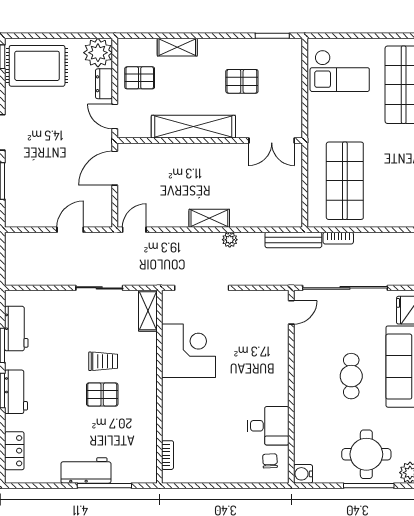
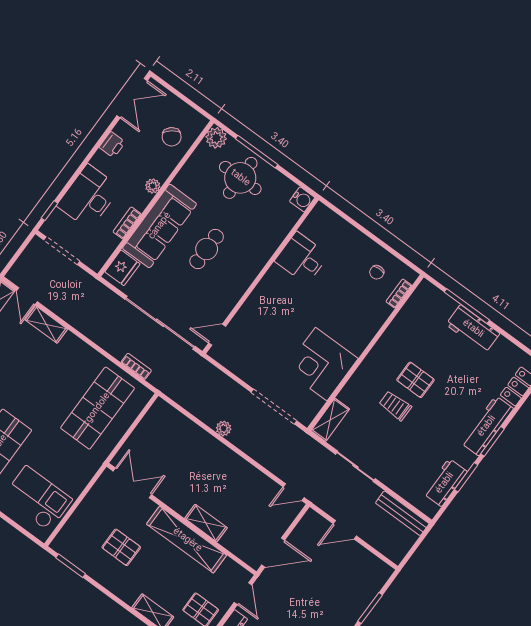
shelving: (209, 218) -> (206, 523), moved
bench: (293, 240) -> (402, 513), moved
workbench: (16, 392) -> (487, 426), width x1.38
chair: (270, 461) -> (377, 272), moved

